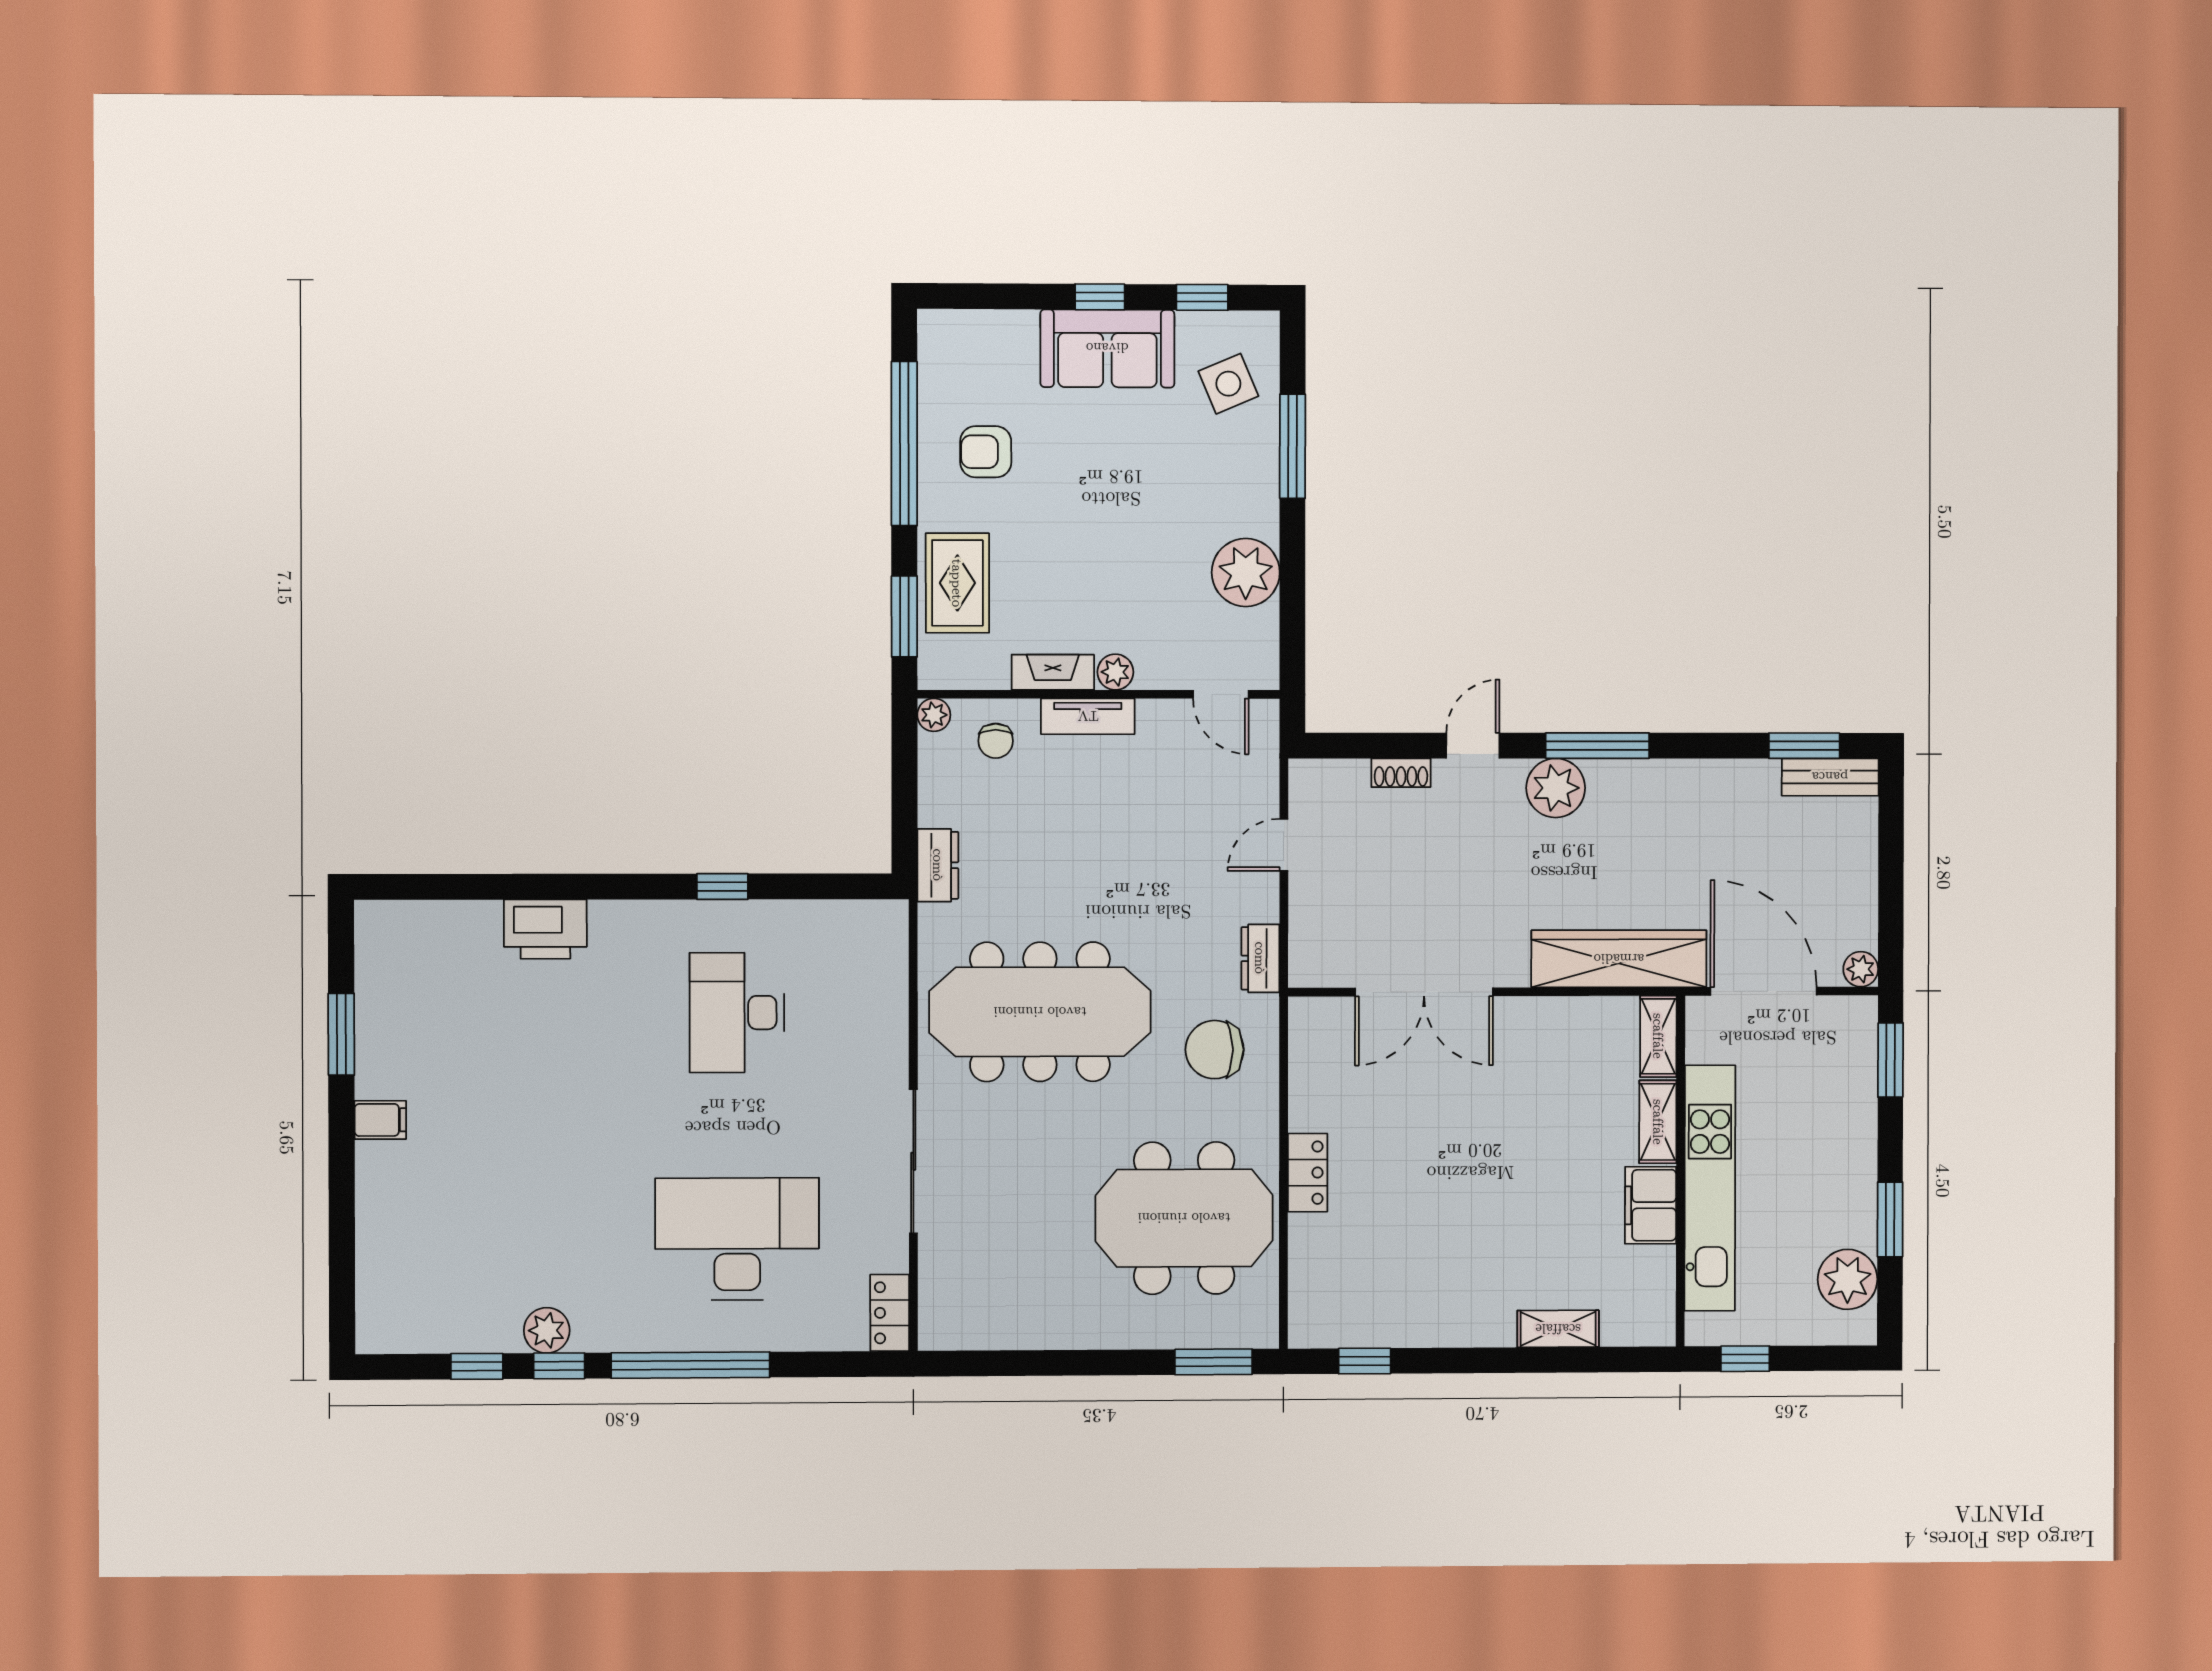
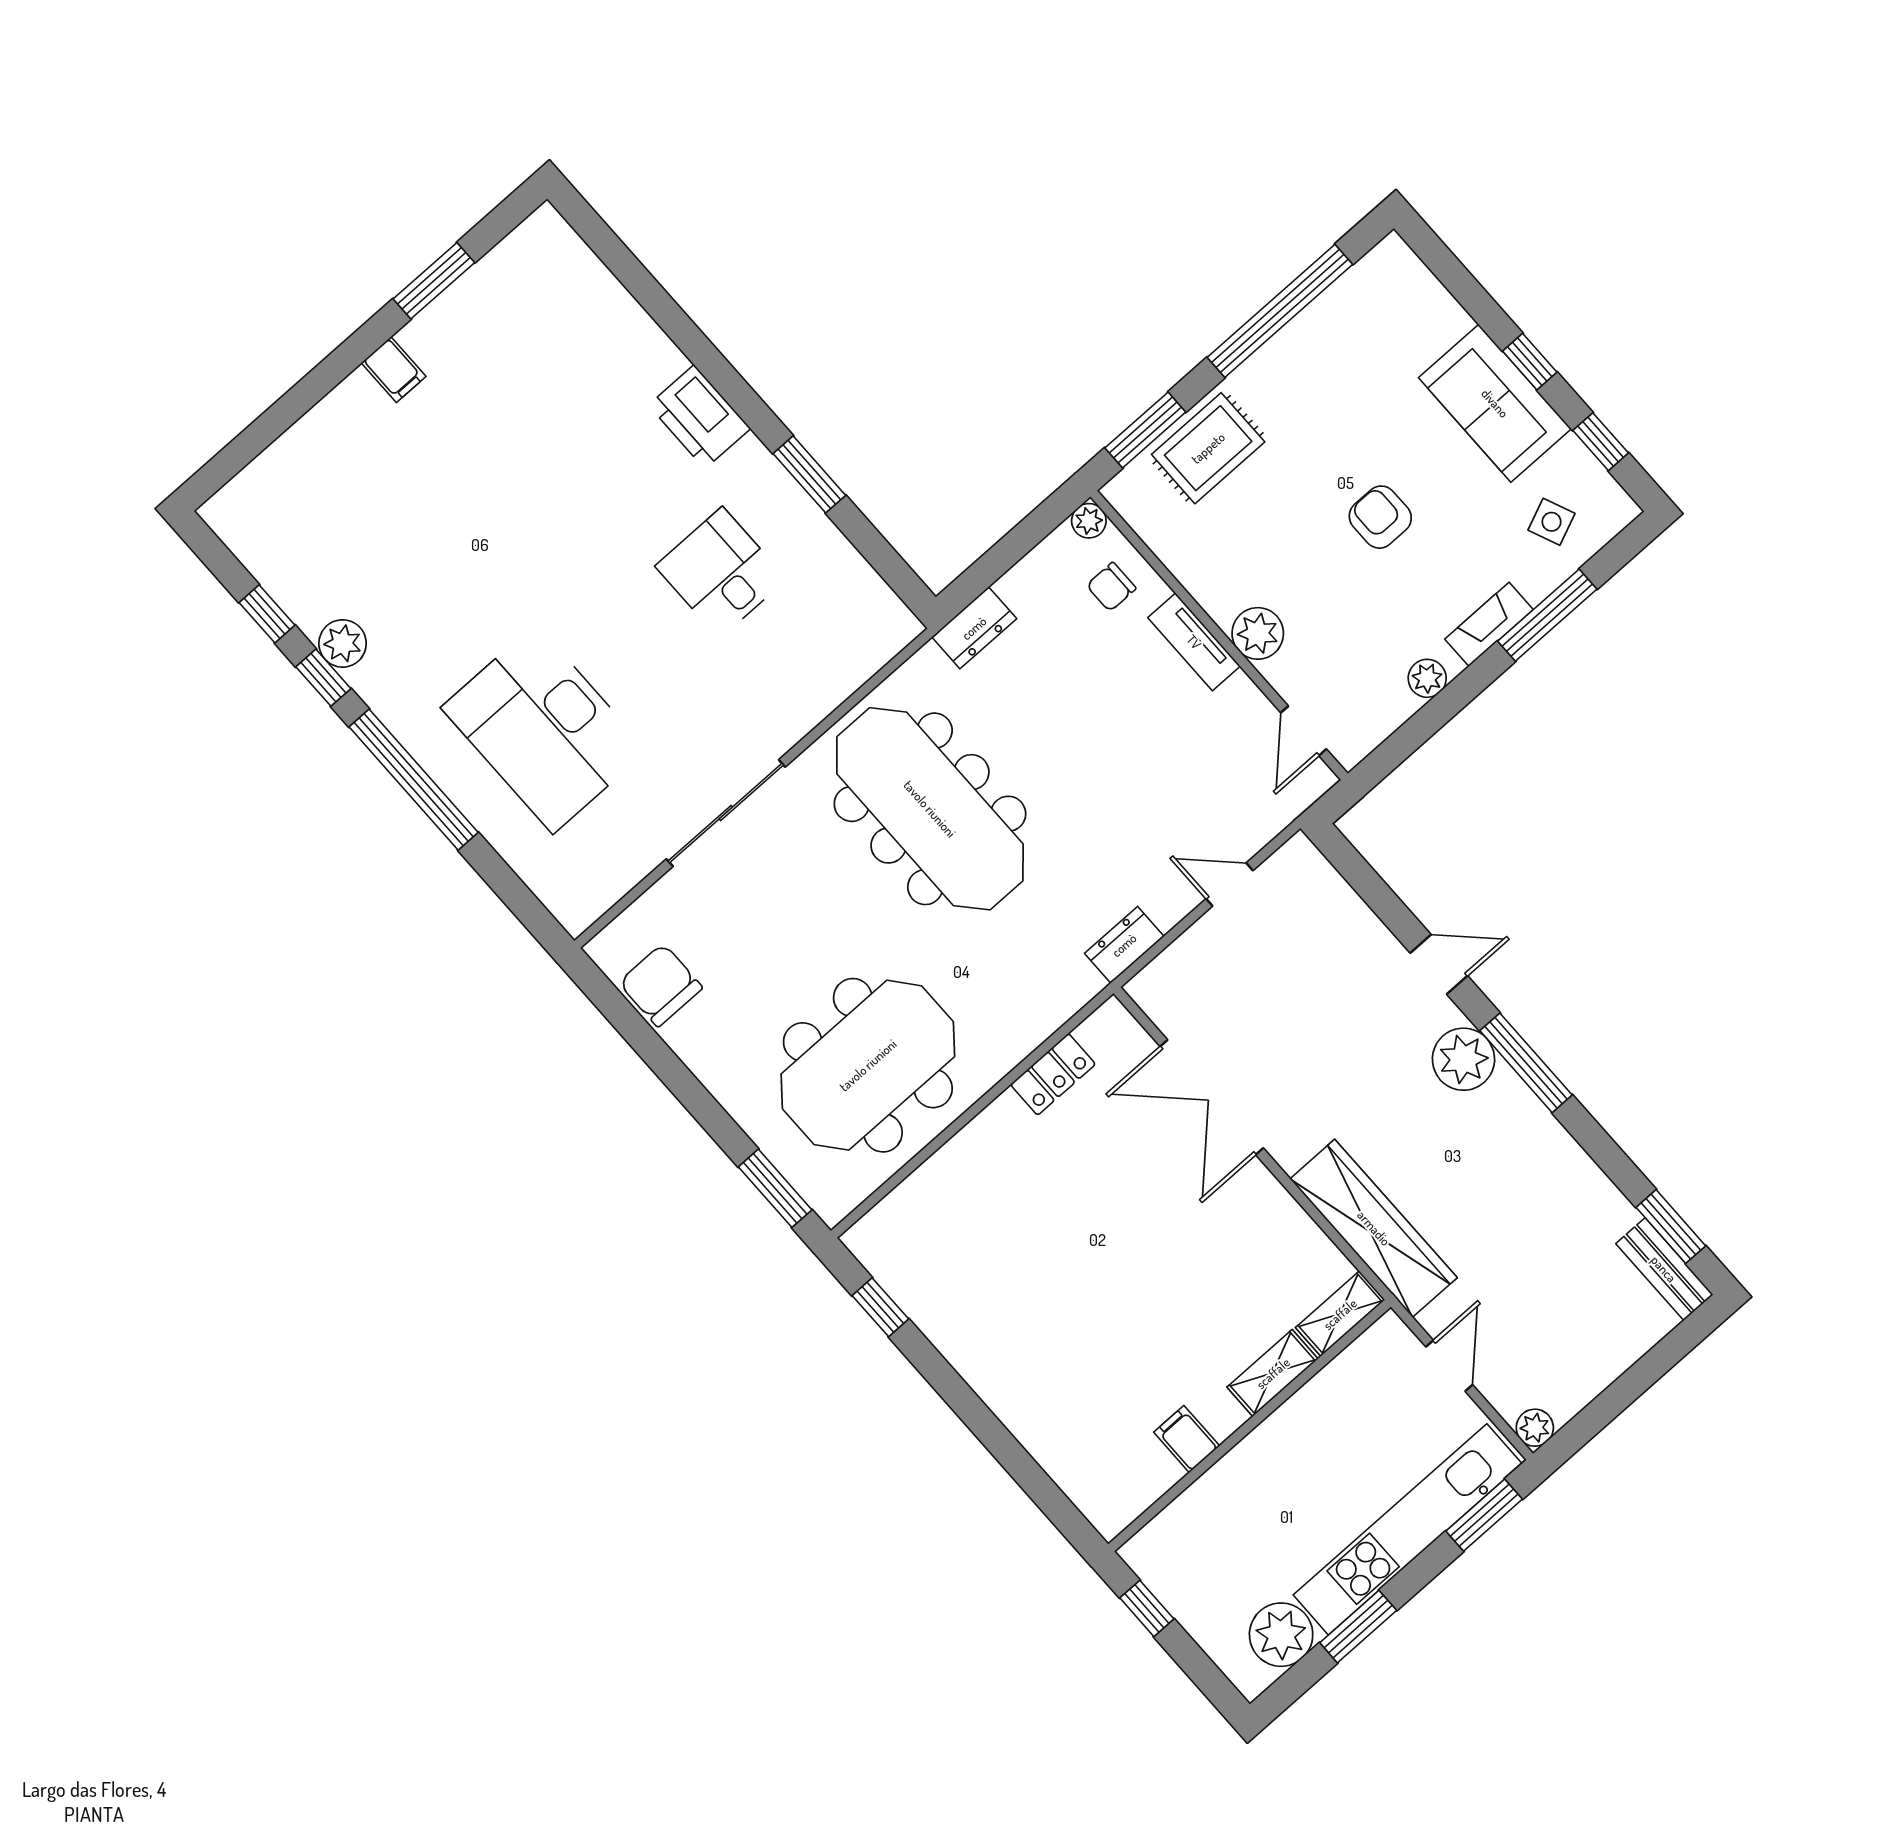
side table: (1228, 384) -> (1552, 522), width x0.73, depth x0.73
armchair: (986, 452) -> (1380, 517), moved
plant: (1246, 572) -> (1427, 678), width x0.53, depth x0.53
fireplace: (1053, 672) -> (1489, 624), moved, turned -90
plant: (1115, 672) -> (1258, 633), width x1.38, depth x1.38
shoe rack: (1401, 773) -> (1368, 927), removed
window: (722, 887) -> (809, 474), width x1.50
printer: (545, 929) -> (699, 417), moved
door: (1764, 991) -> (1449, 1366), width x0.53
desk: (737, 1013) -> (721, 573), width x0.73
chair: (1215, 1050) -> (661, 985), moved
locker: (1308, 1173) -> (1053, 1074), moved
kitchen unit: (1710, 1188) -> (1408, 1529), moved, turned 180
filing cabinet: (1651, 1205) -> (1187, 1439), width x0.50
meeting table: (1184, 1218) -> (868, 1065), turned 90
desk: (737, 1239) -> (544, 729), turned 180
locker: (890, 1313) -> (591, 899), removed
shelving: (1558, 1329) -> (1040, 1438), removed

